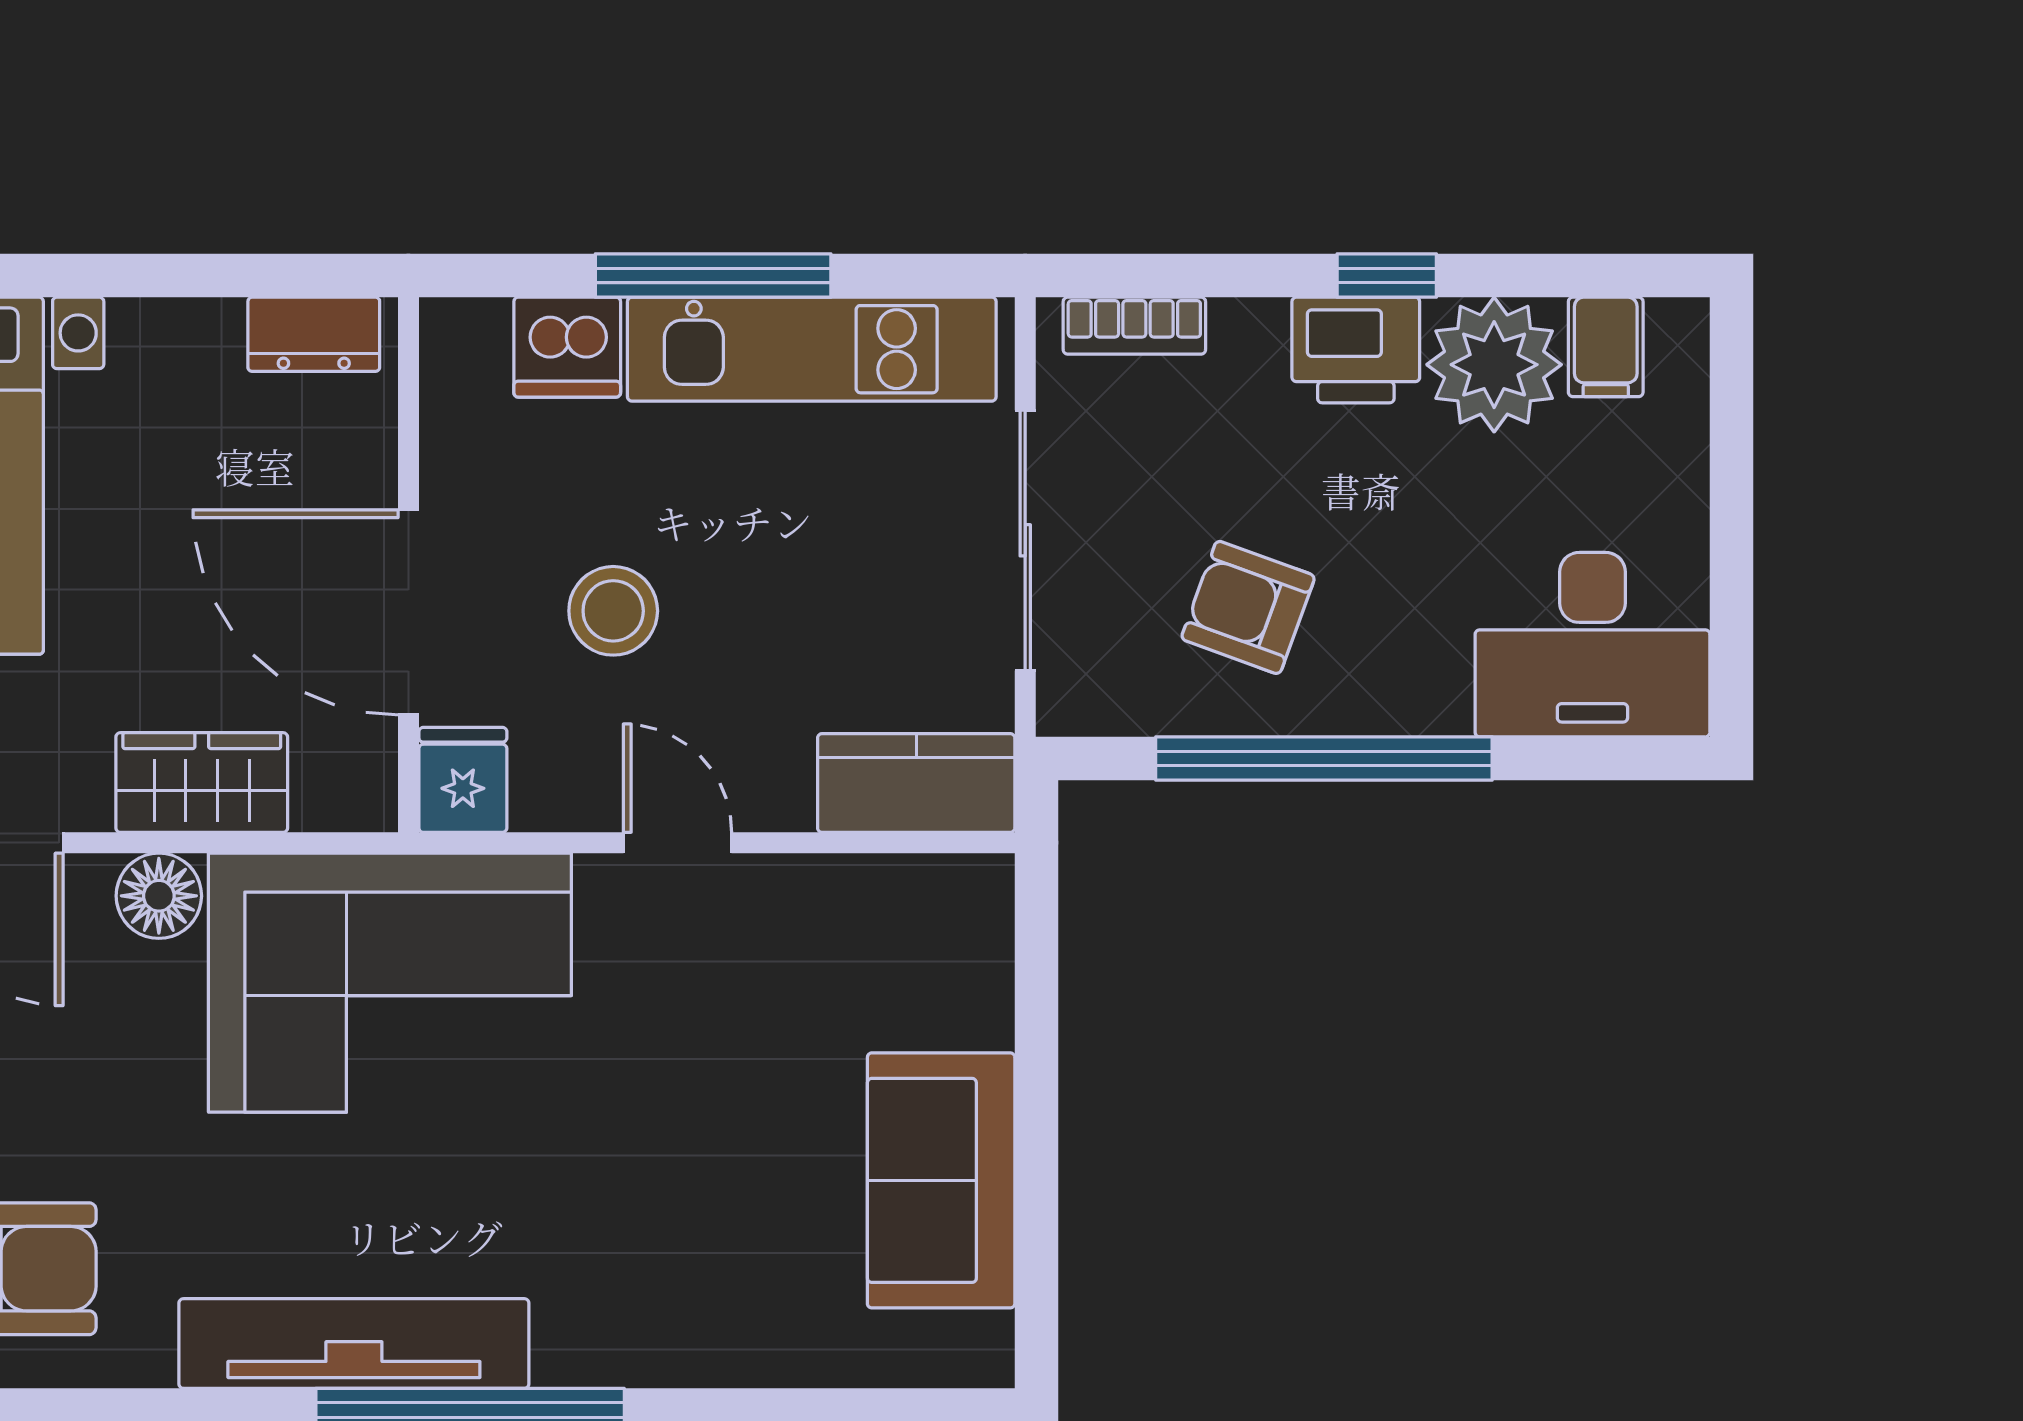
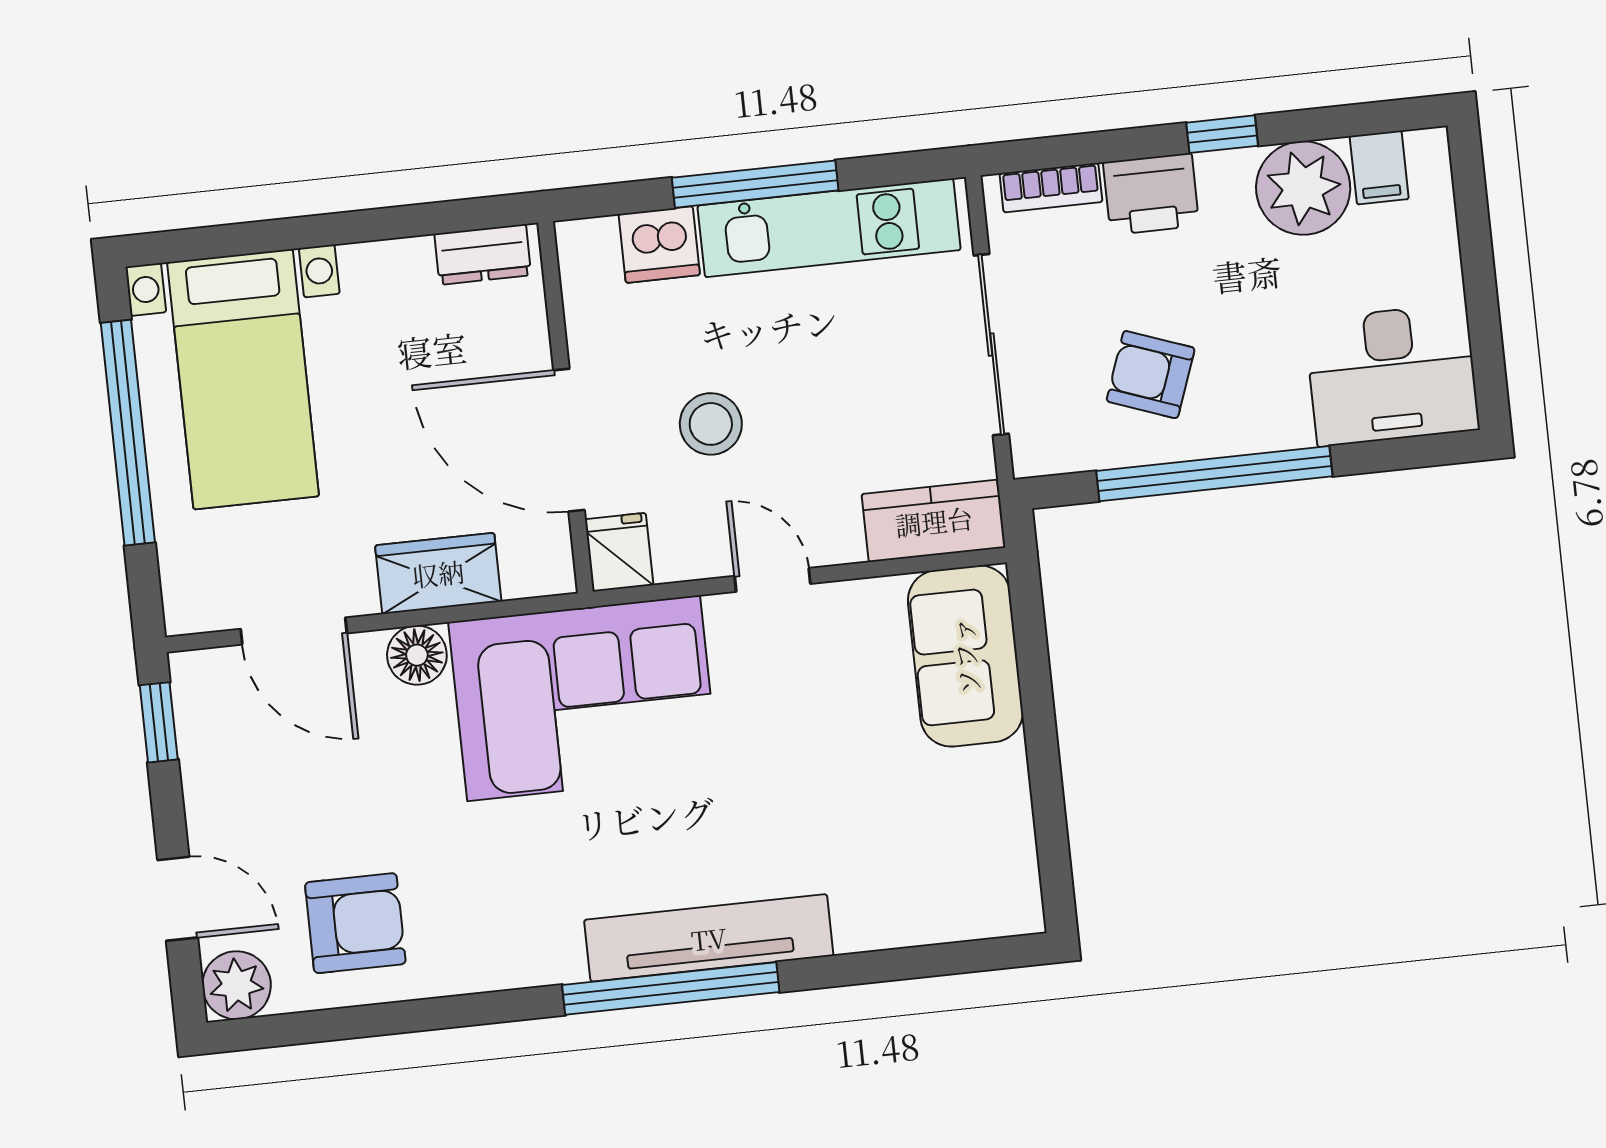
printer: (1356, 350) -> (1151, 194), moved
sofa: (941, 1180) -> (965, 656), moved
tv unit: (354, 1343) -> (709, 938), moved

